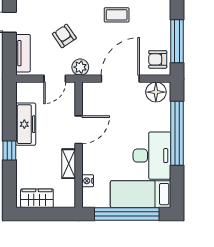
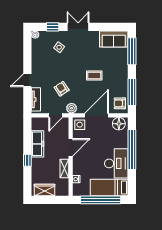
side table: (93, 94) -> (80, 125), added

